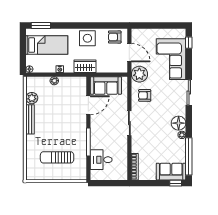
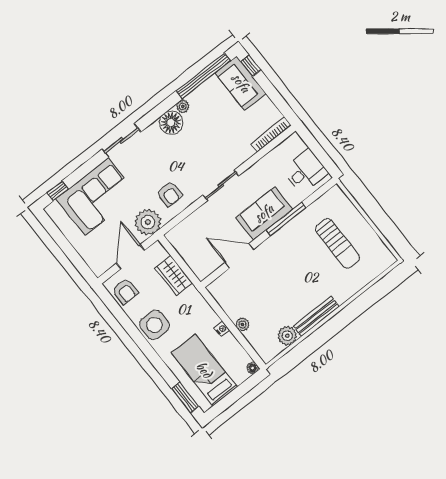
wardrobe: (85, 66) -> (174, 276), moved
sofa: (106, 86) -> (264, 213), moved, turned -90
desk: (101, 160) -> (305, 171), moved, turned -90

